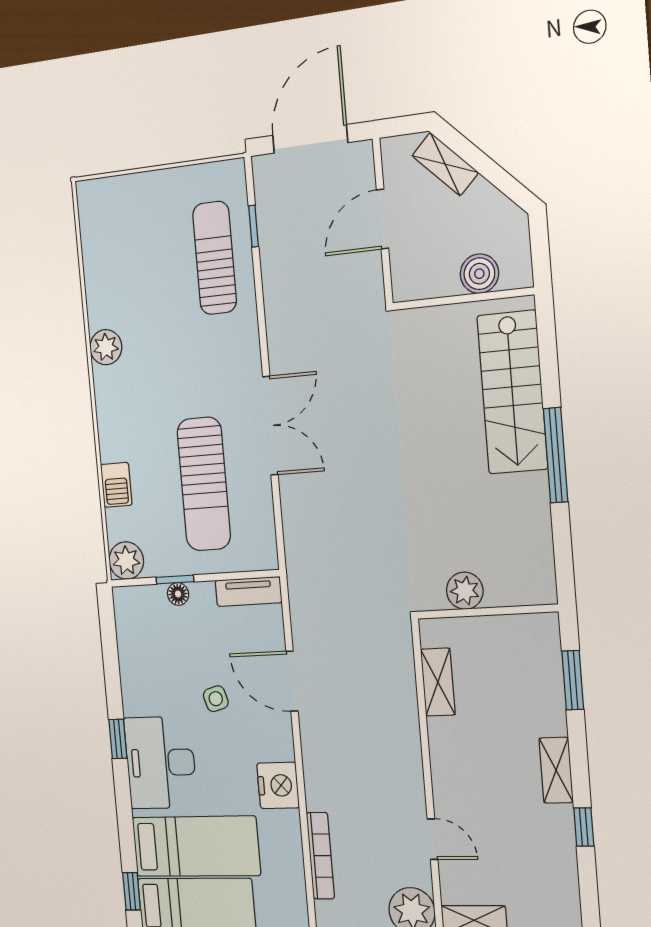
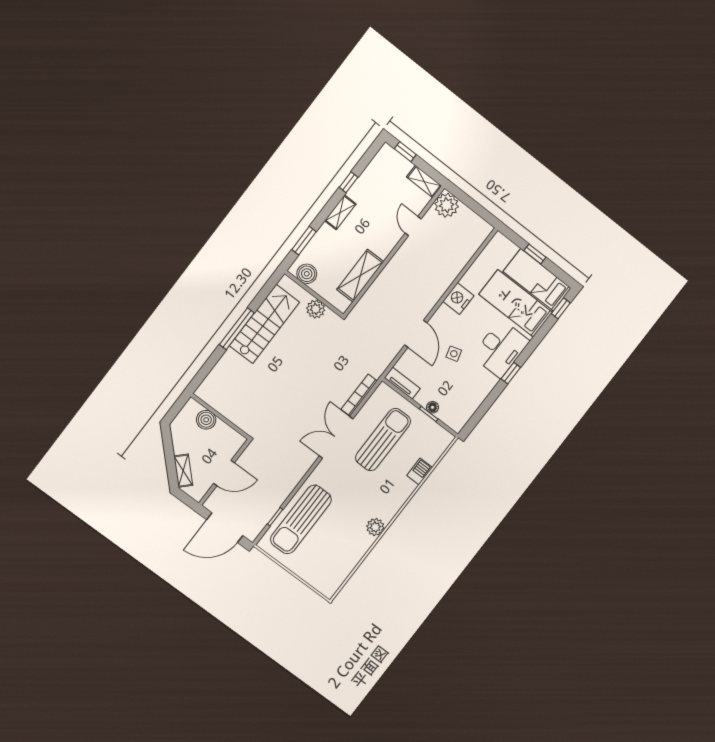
sun lounger: (215, 258) -> (301, 519), width x1.36, depth x1.34
stairs: (512, 392) -> (264, 324), moved
plant: (126, 561) -> (442, 439), removed
boiler: (524, 633) -> (307, 274), added
shelving: (438, 682) -> (360, 276), width x1.50, depth x1.33
bookcase: (320, 856) -> (359, 395), moved

